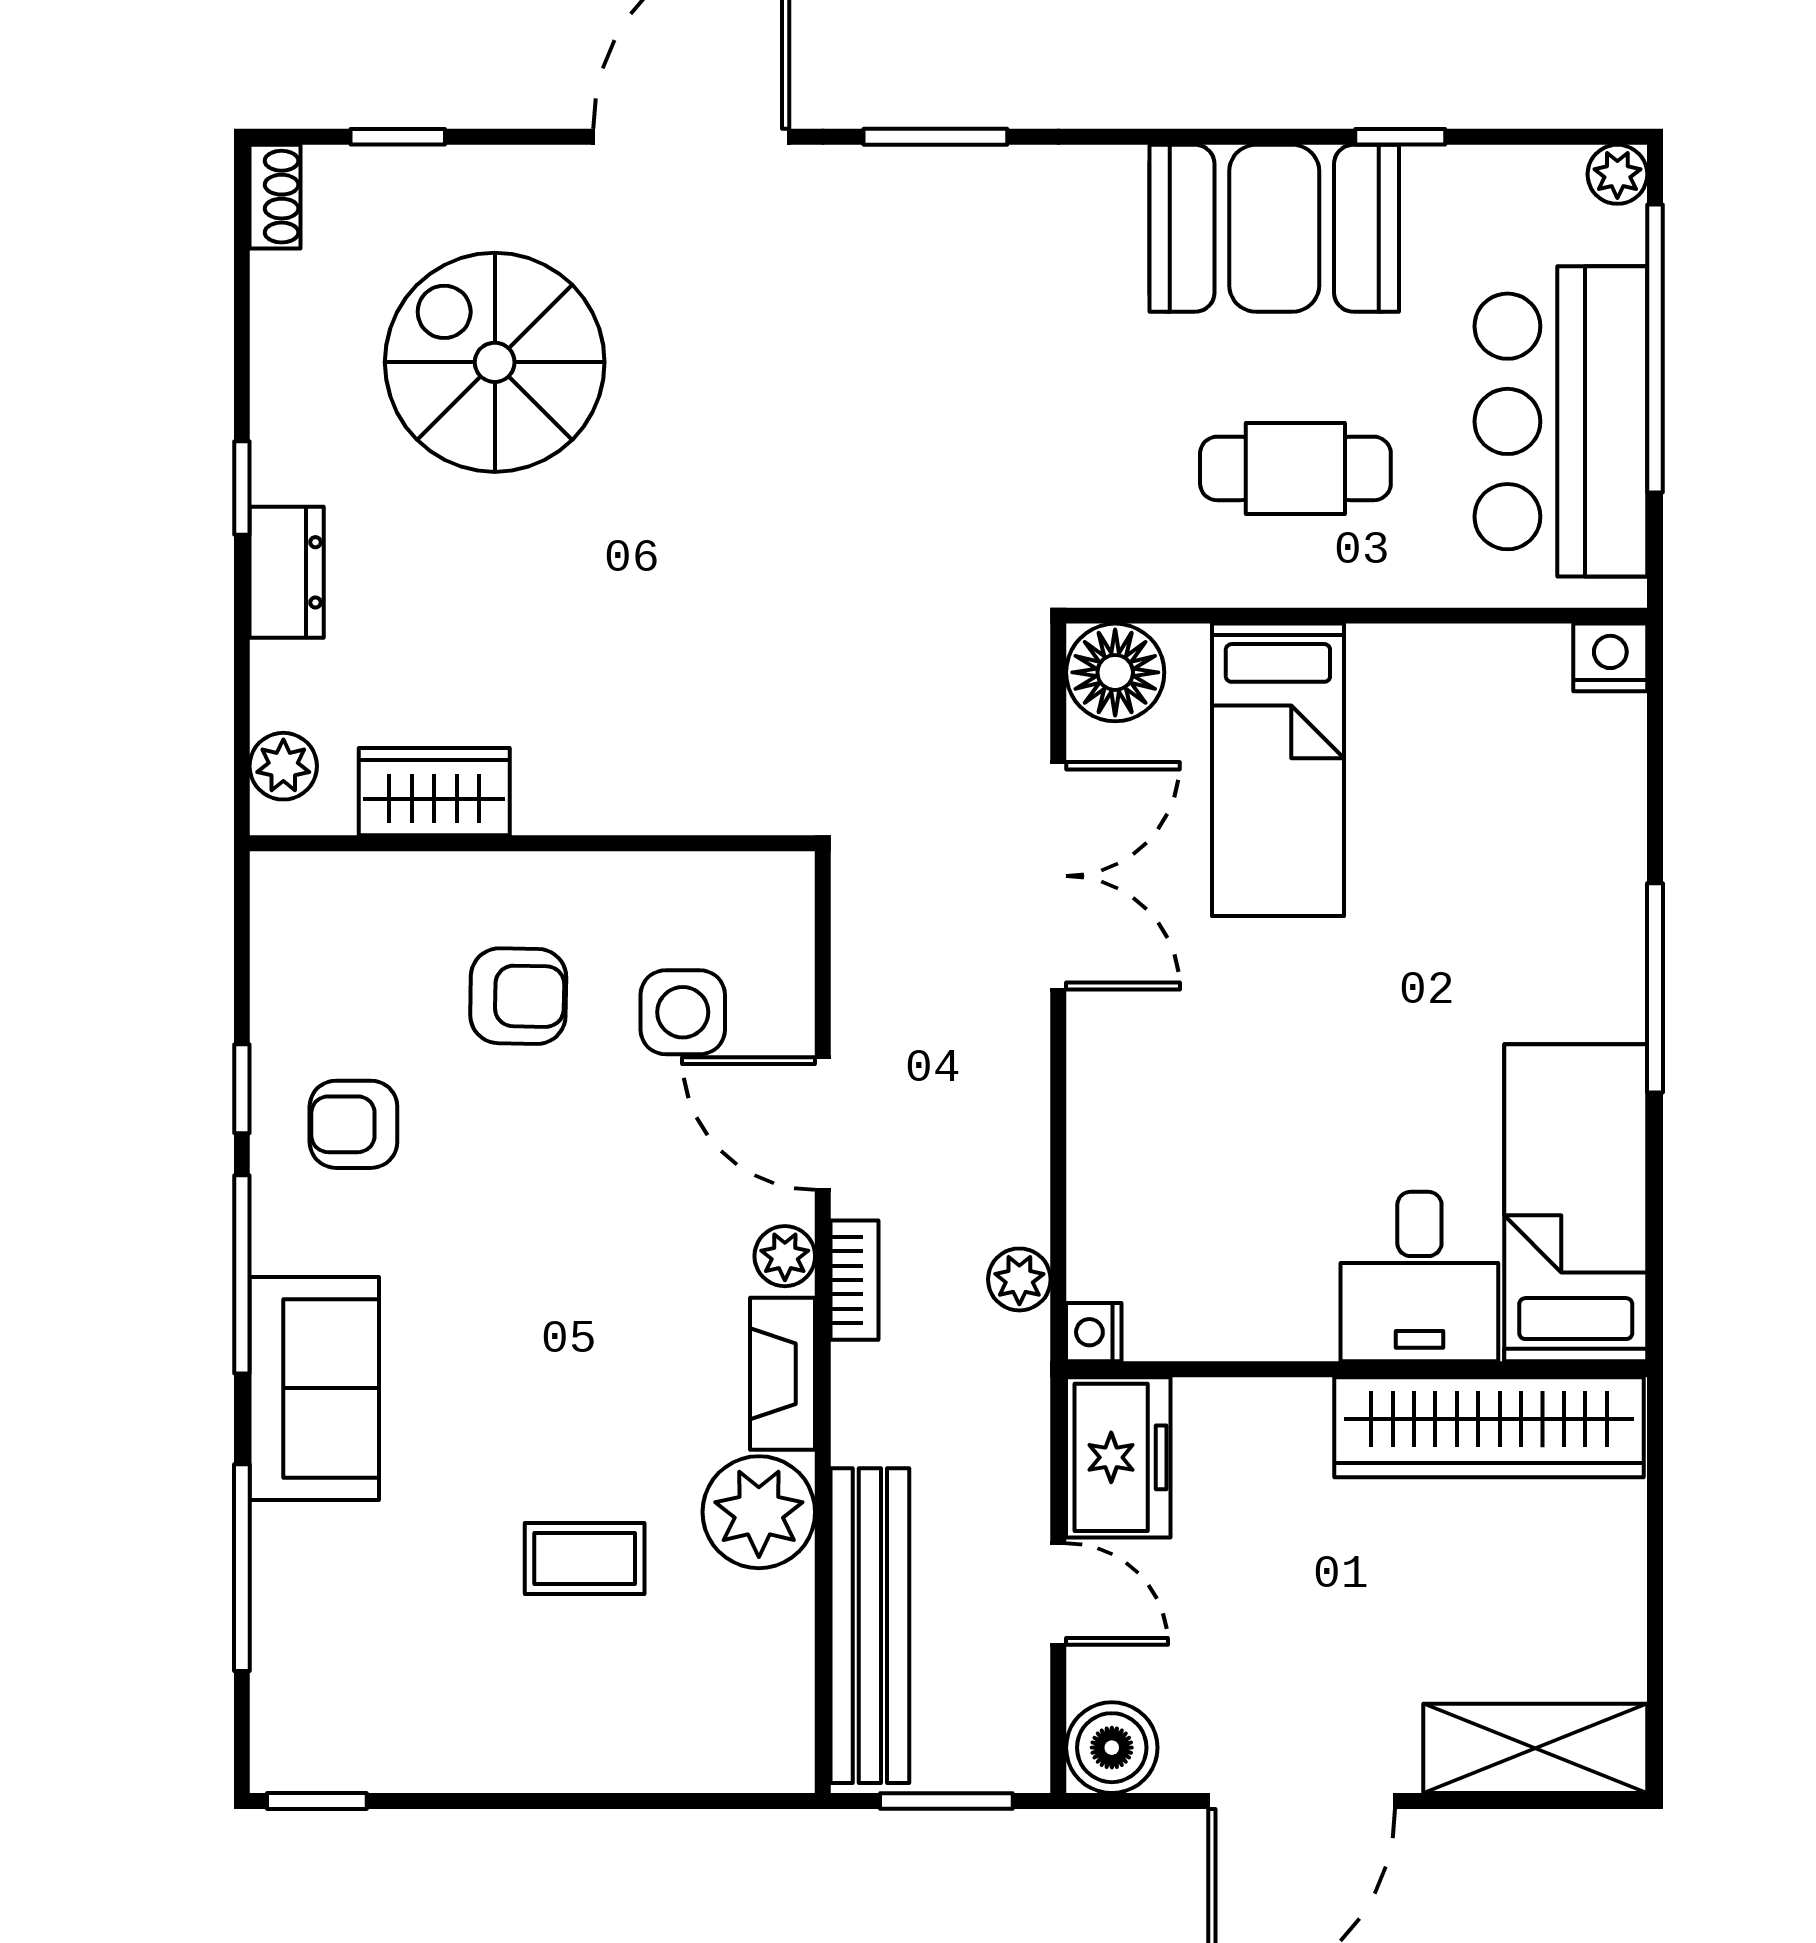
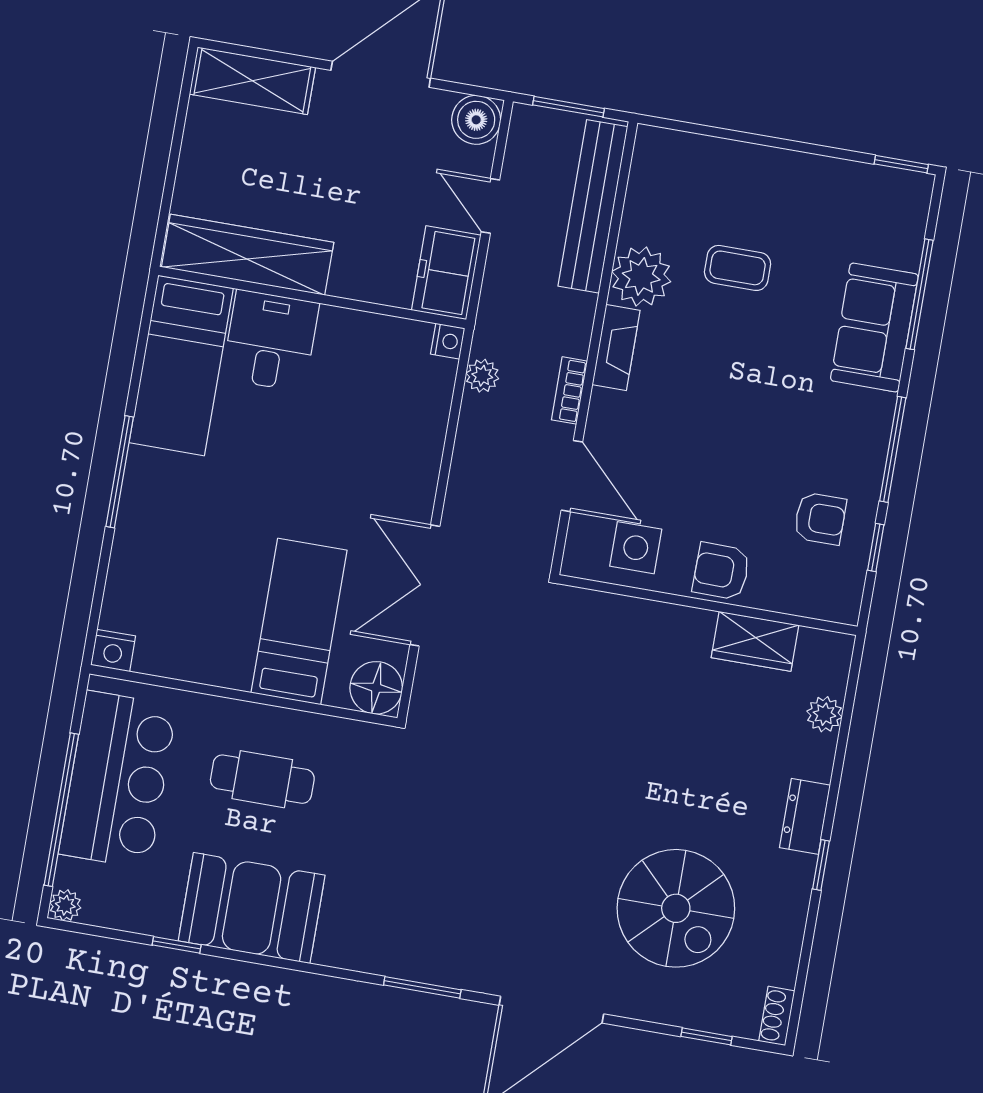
wardrobe: (434, 792) -> (755, 641), moved
wall: (532, 843) -> (708, 605), moved
plant: (785, 1256) -> (604, 409), removed
sofa: (314, 1388) -> (874, 327), moved

